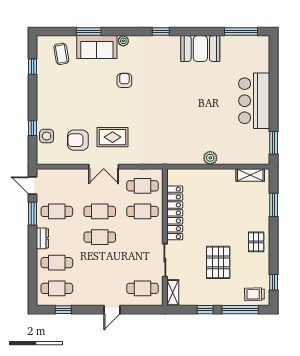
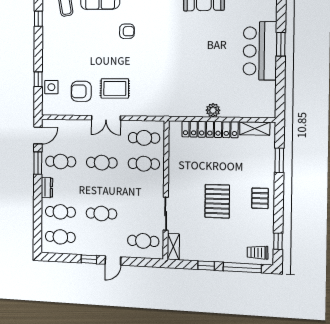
armchair: (124, 80) -> (127, 31), turned 90
window: (274, 143) -> (281, 44), moved
door: (32, 185) -> (38, 135), swing flipped
locker: (175, 213) -> (210, 129), moved, turned 90
cafe table: (100, 237) -> (101, 214), moved
pallet: (218, 262) -> (217, 201), moved
window: (63, 310) -> (89, 259), moved

